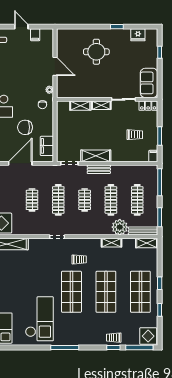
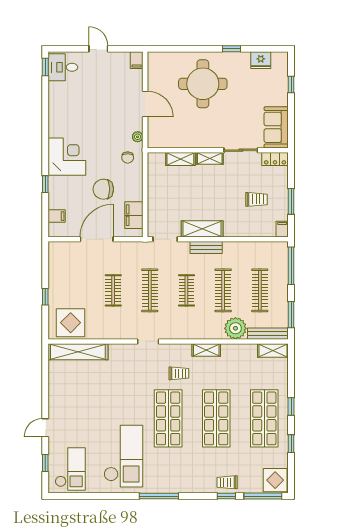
filing cabinet: (35, 35) -> (137, 60), moved
round table: (96, 52) -> (203, 84), width x1.36, depth x1.36
shelving: (112, 243) -> (206, 350), moved

